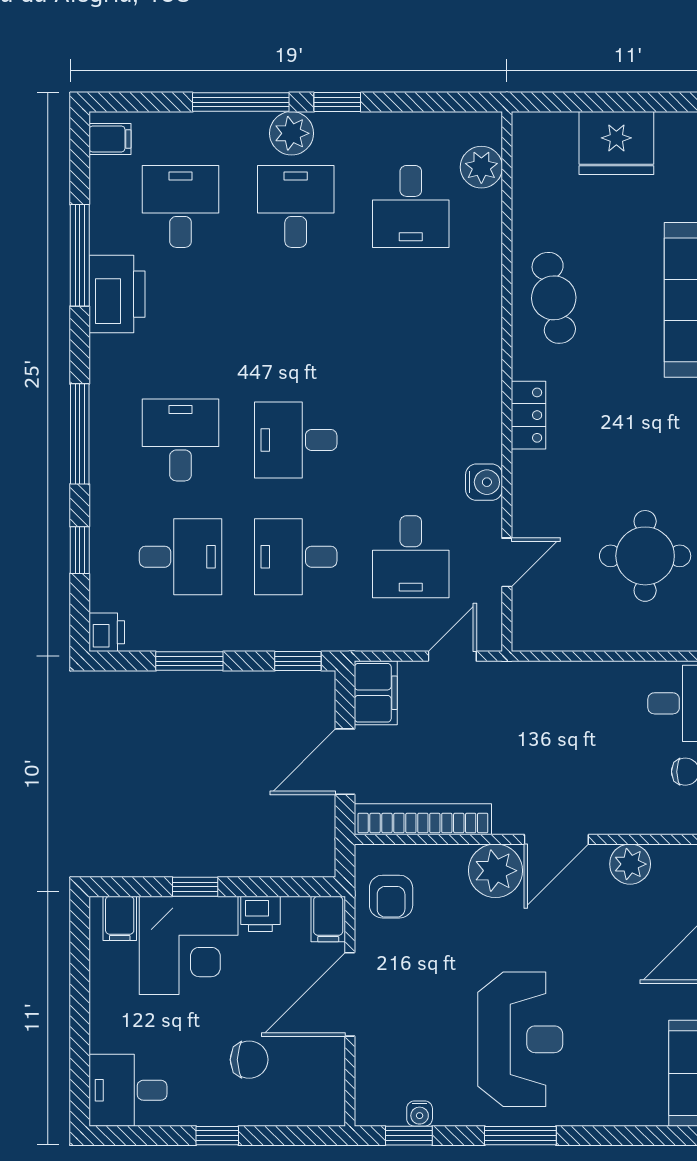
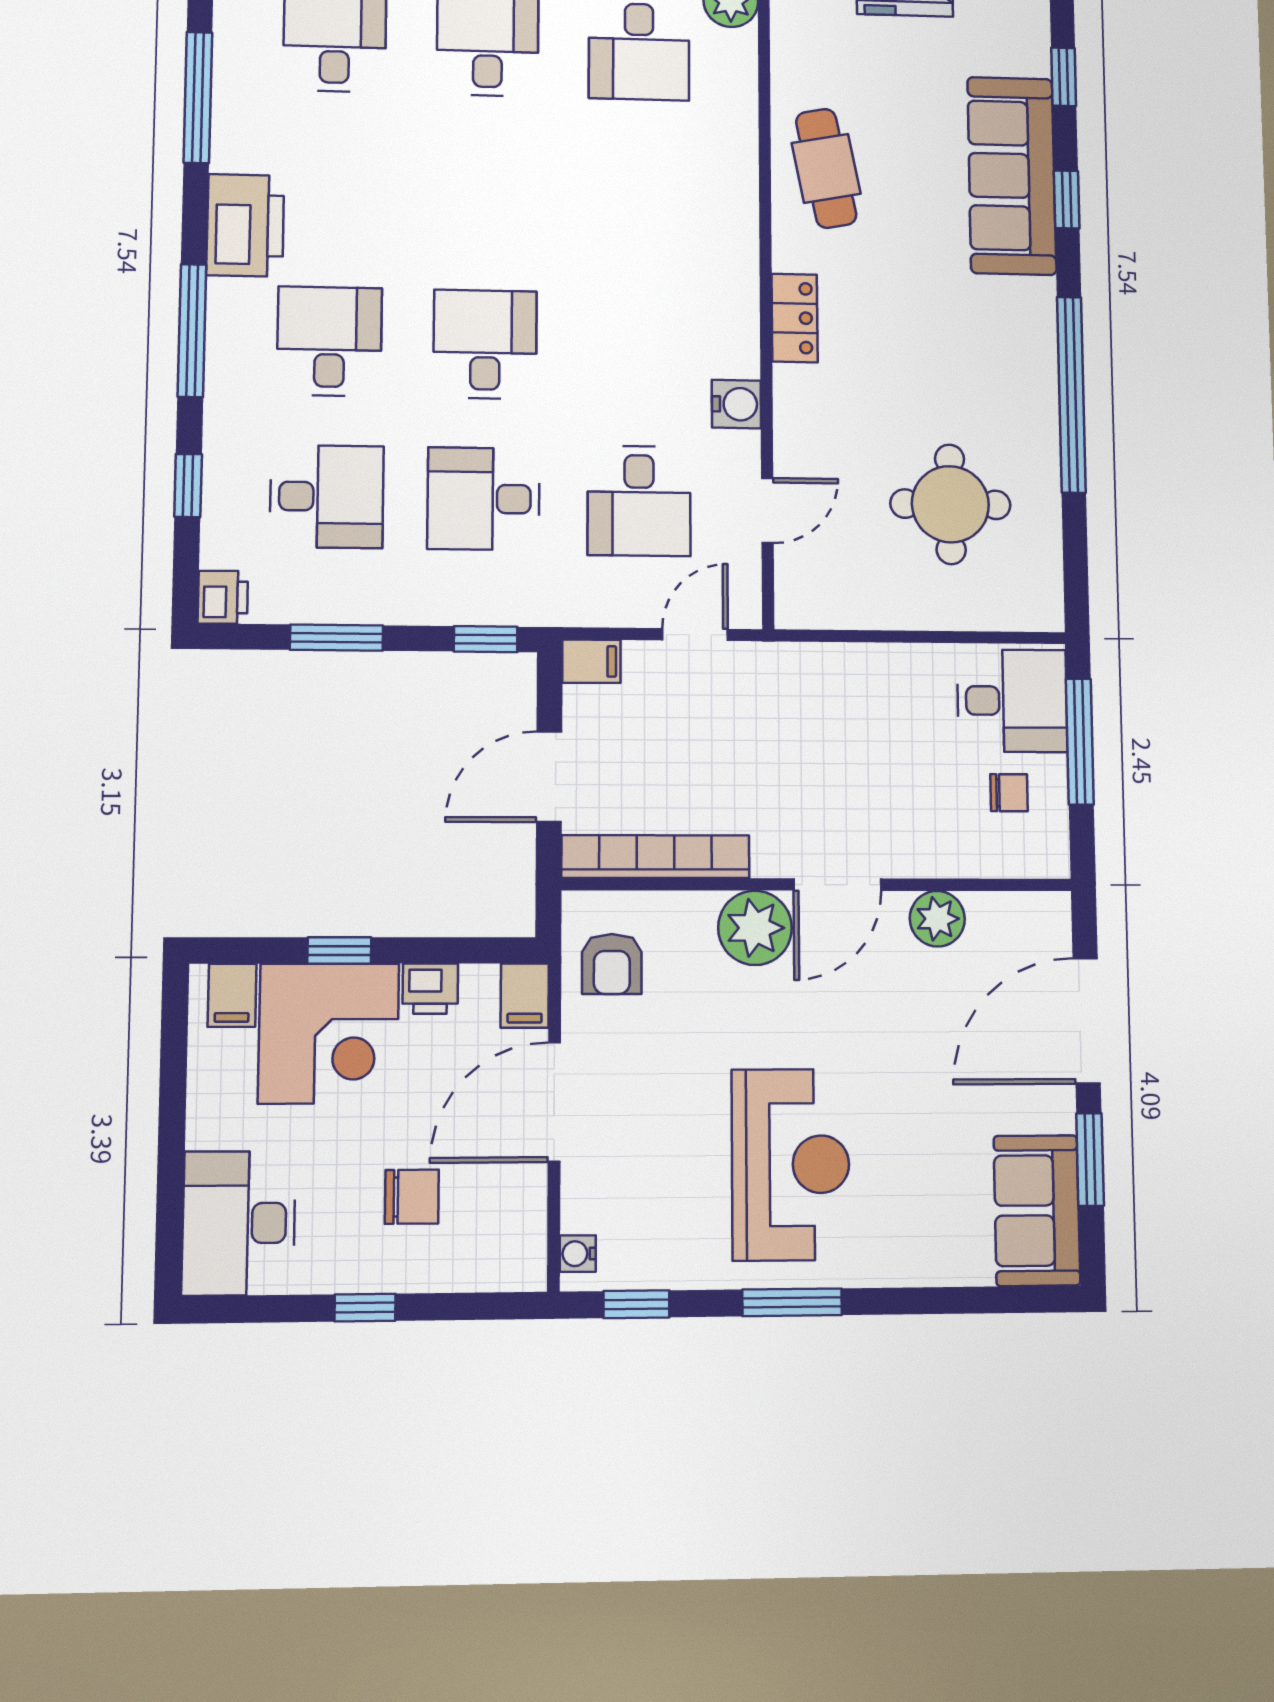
printer: (117, 294) -> (245, 225), moved
desk: (296, 440) -> (485, 344), turned 90
filing cabinet: (376, 693) -> (591, 661), width x0.50
desk: (128, 1090) -> (239, 1223), width x1.37
water cooler: (420, 1114) -> (578, 1254), moved, turned 90

